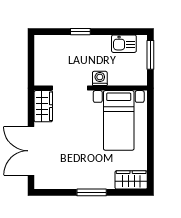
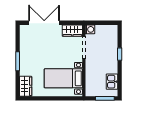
washing machine: (100, 78) -> (90, 29), moved

